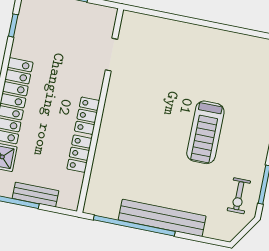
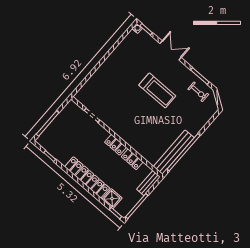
bench: (36, 195) -> (148, 183), moved
bench: (162, 218) -> (174, 152), moved

